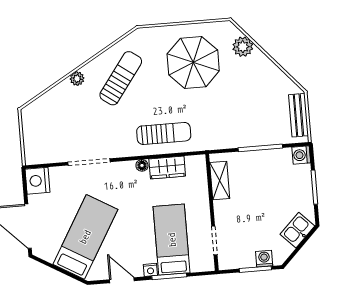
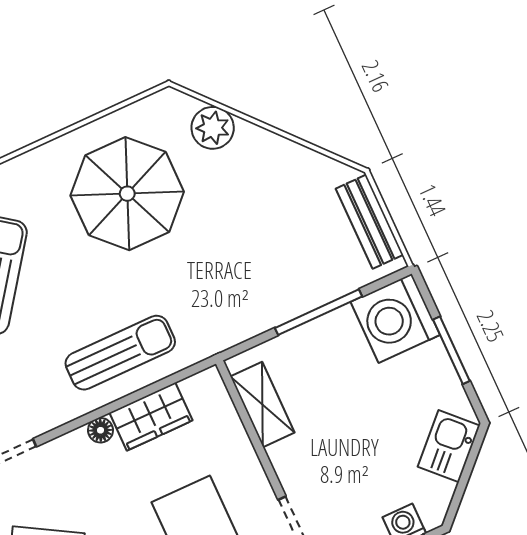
washing machine: (301, 155) -> (395, 318), width x1.89, depth x1.89

